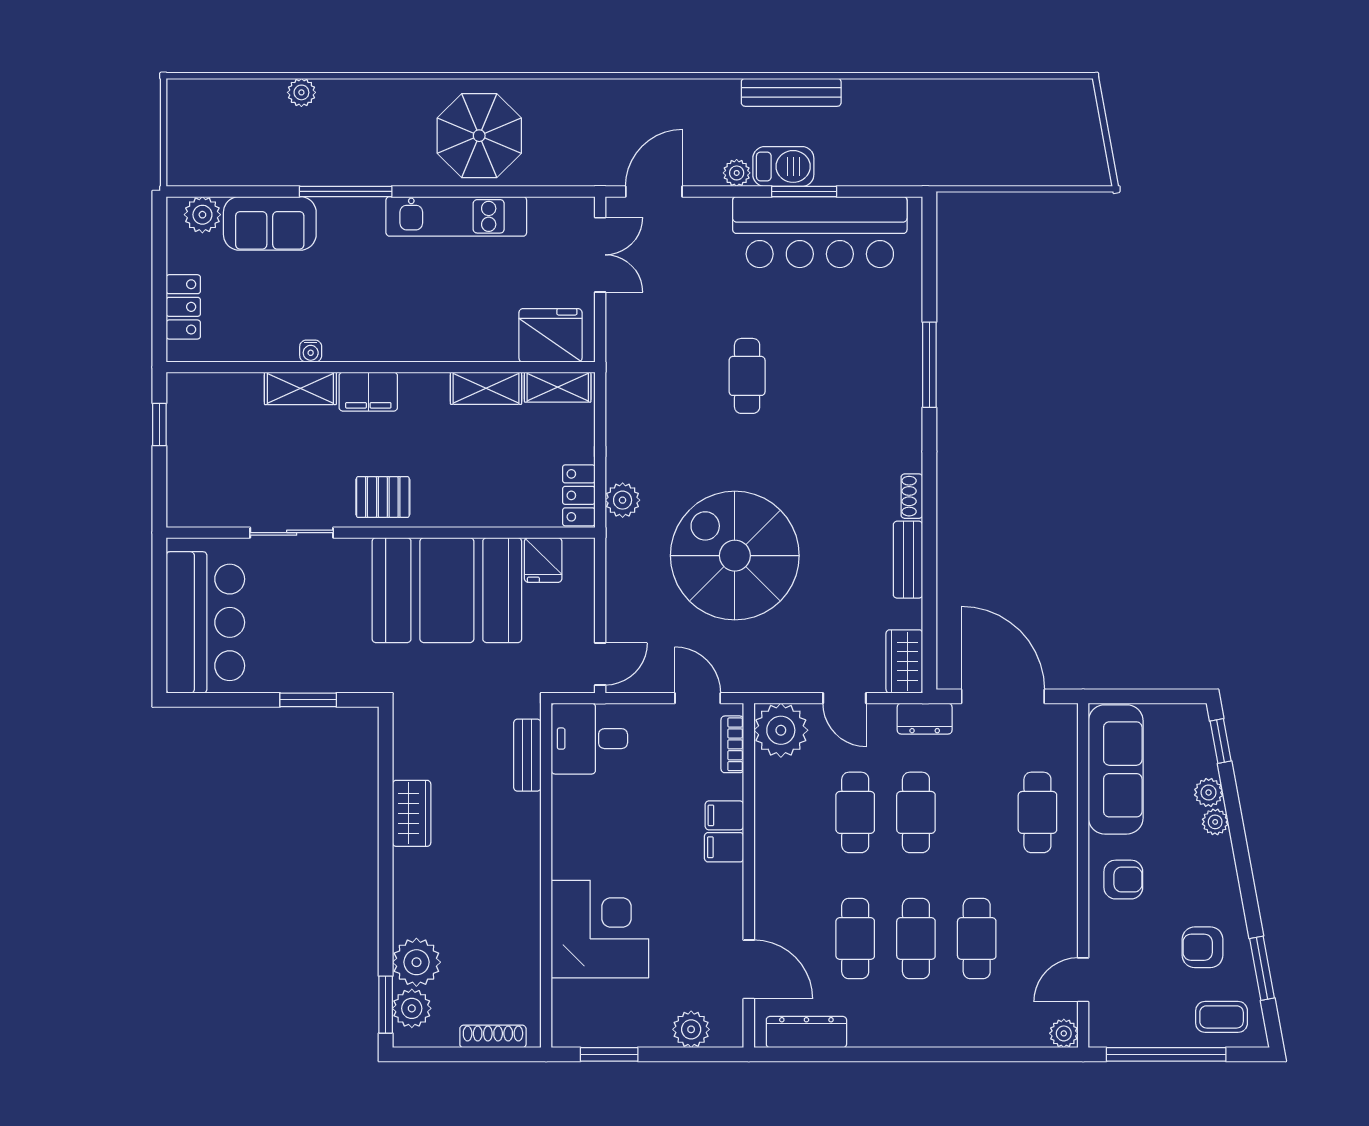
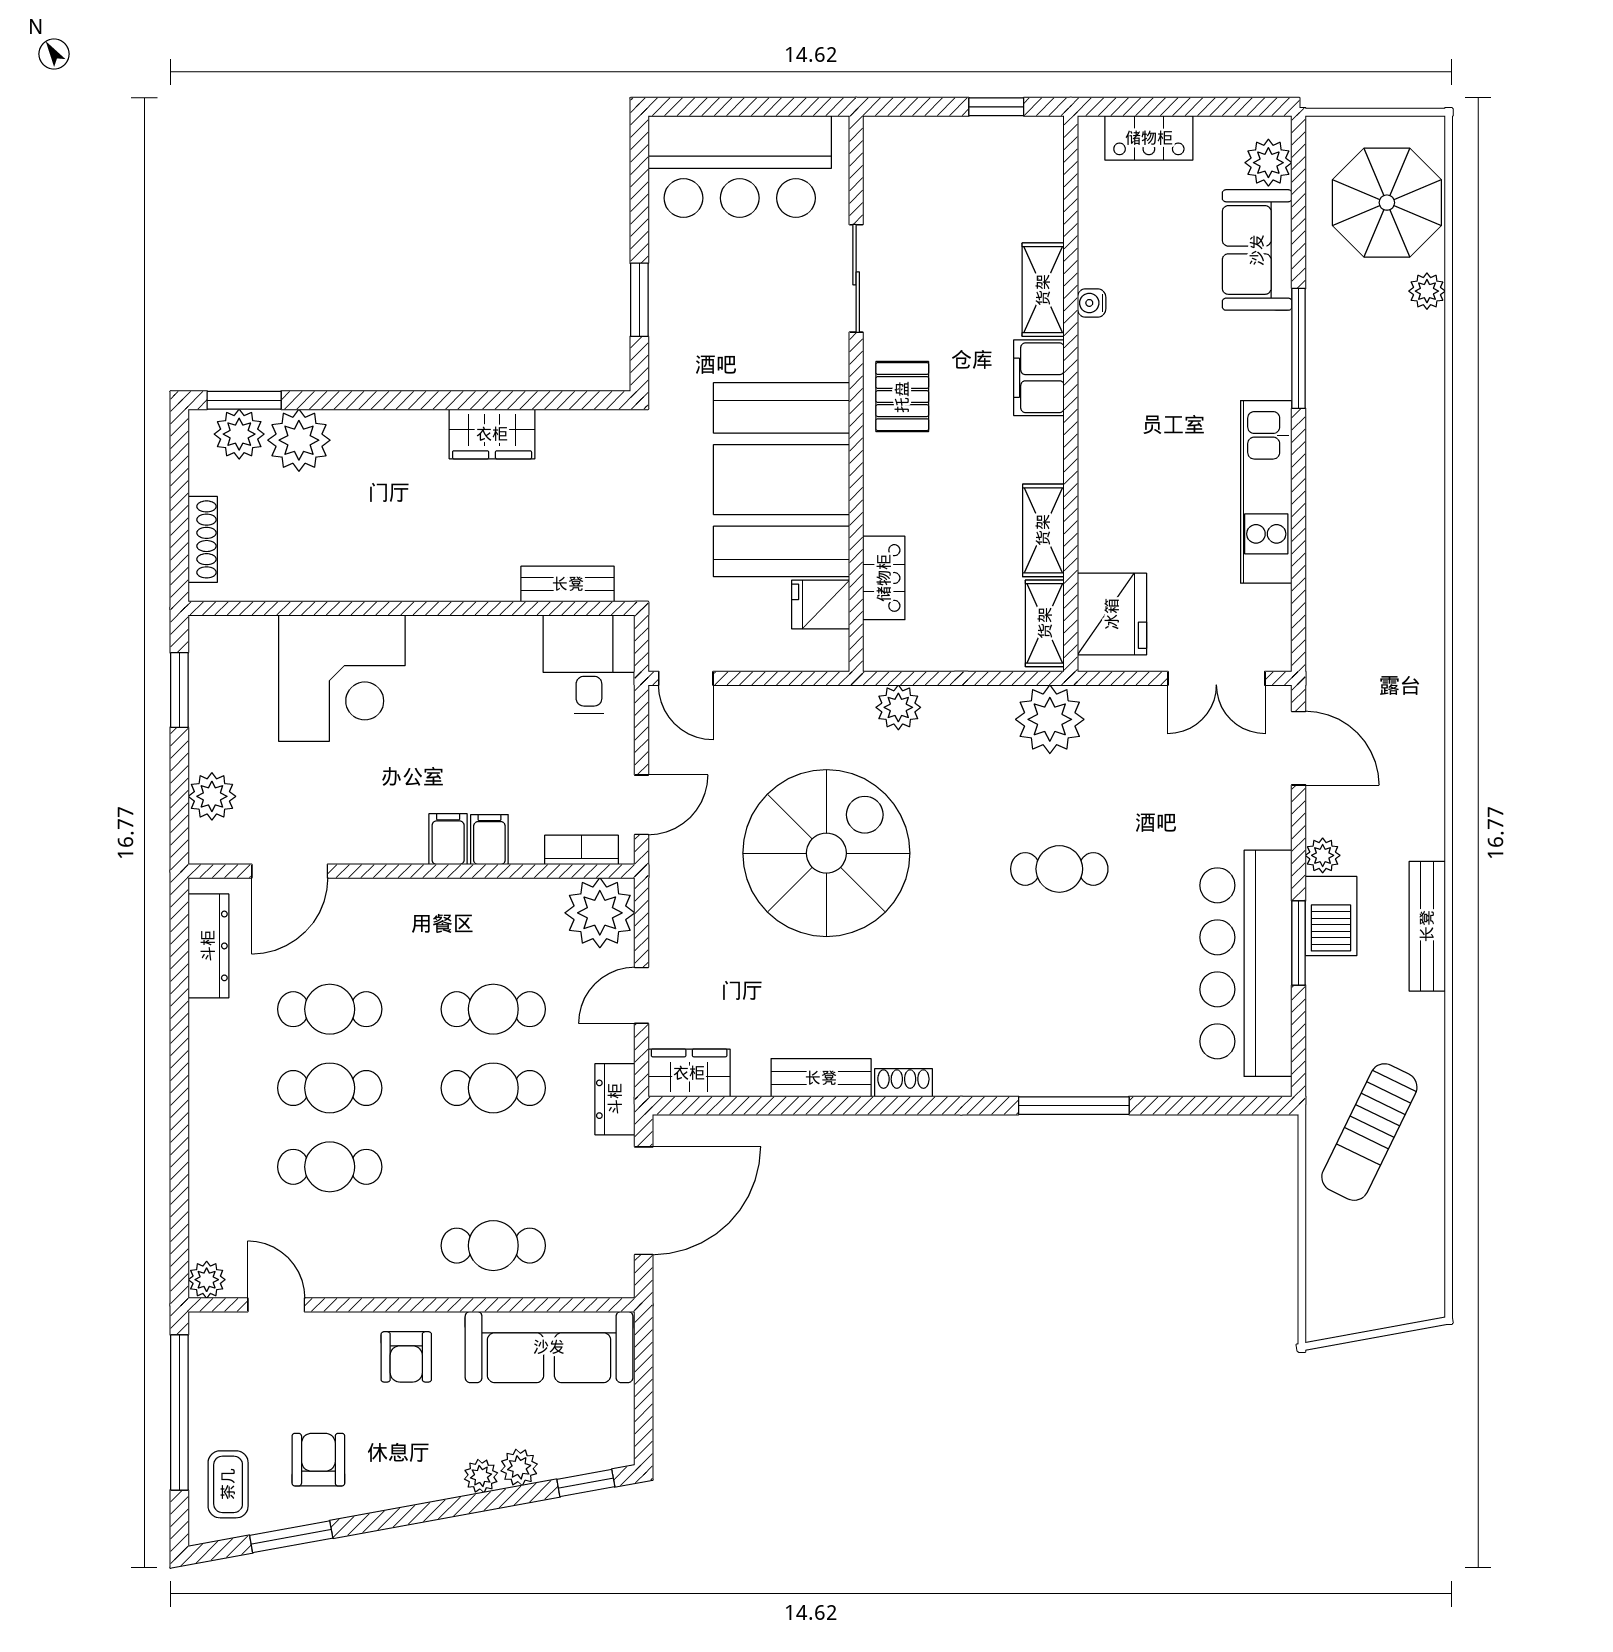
parasol: (479, 136) -> (1387, 203), moved
sun lounger: (950, 137) -> (1369, 1132), added
plant: (632, 383) -> (1050, 719), added
locker: (579, 495) -> (884, 578), moved, turned 90

